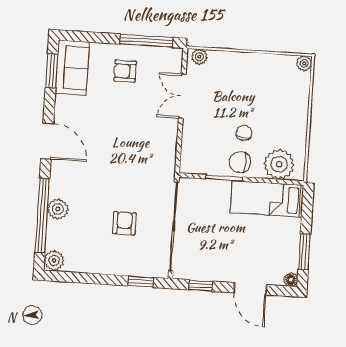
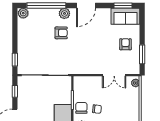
window: (146, 41) -> (142, 54), width x0.69
double door: (182, 96) -> (114, 75), swing flipped
plant: (58, 209) -> (64, 13), moved
armchair: (124, 223) -> (61, 33), moved

